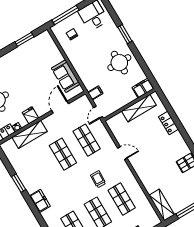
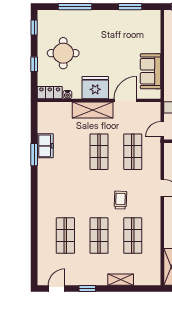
fridge: (30, 115) -> (95, 88), width x1.88, depth x1.34
shelving: (30, 134) -> (93, 110), moved
freezer: (40, 201) -> (45, 146), moved

